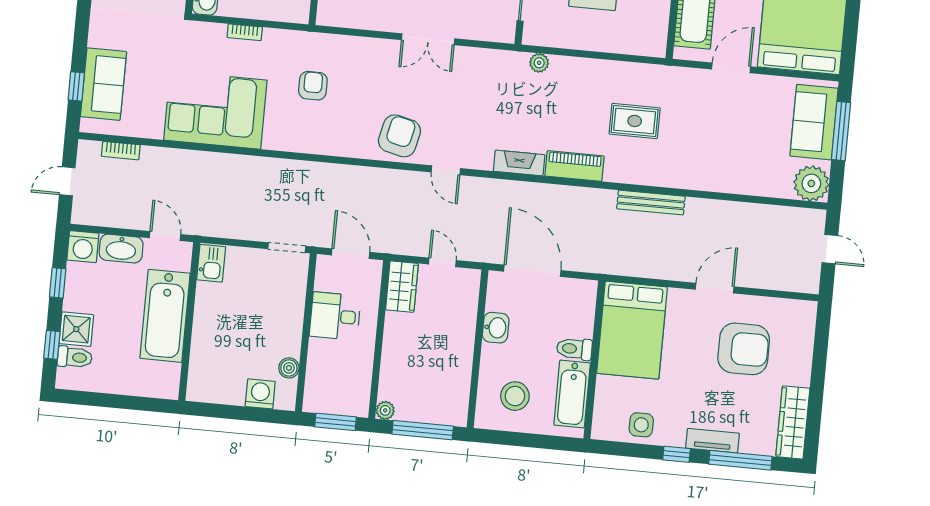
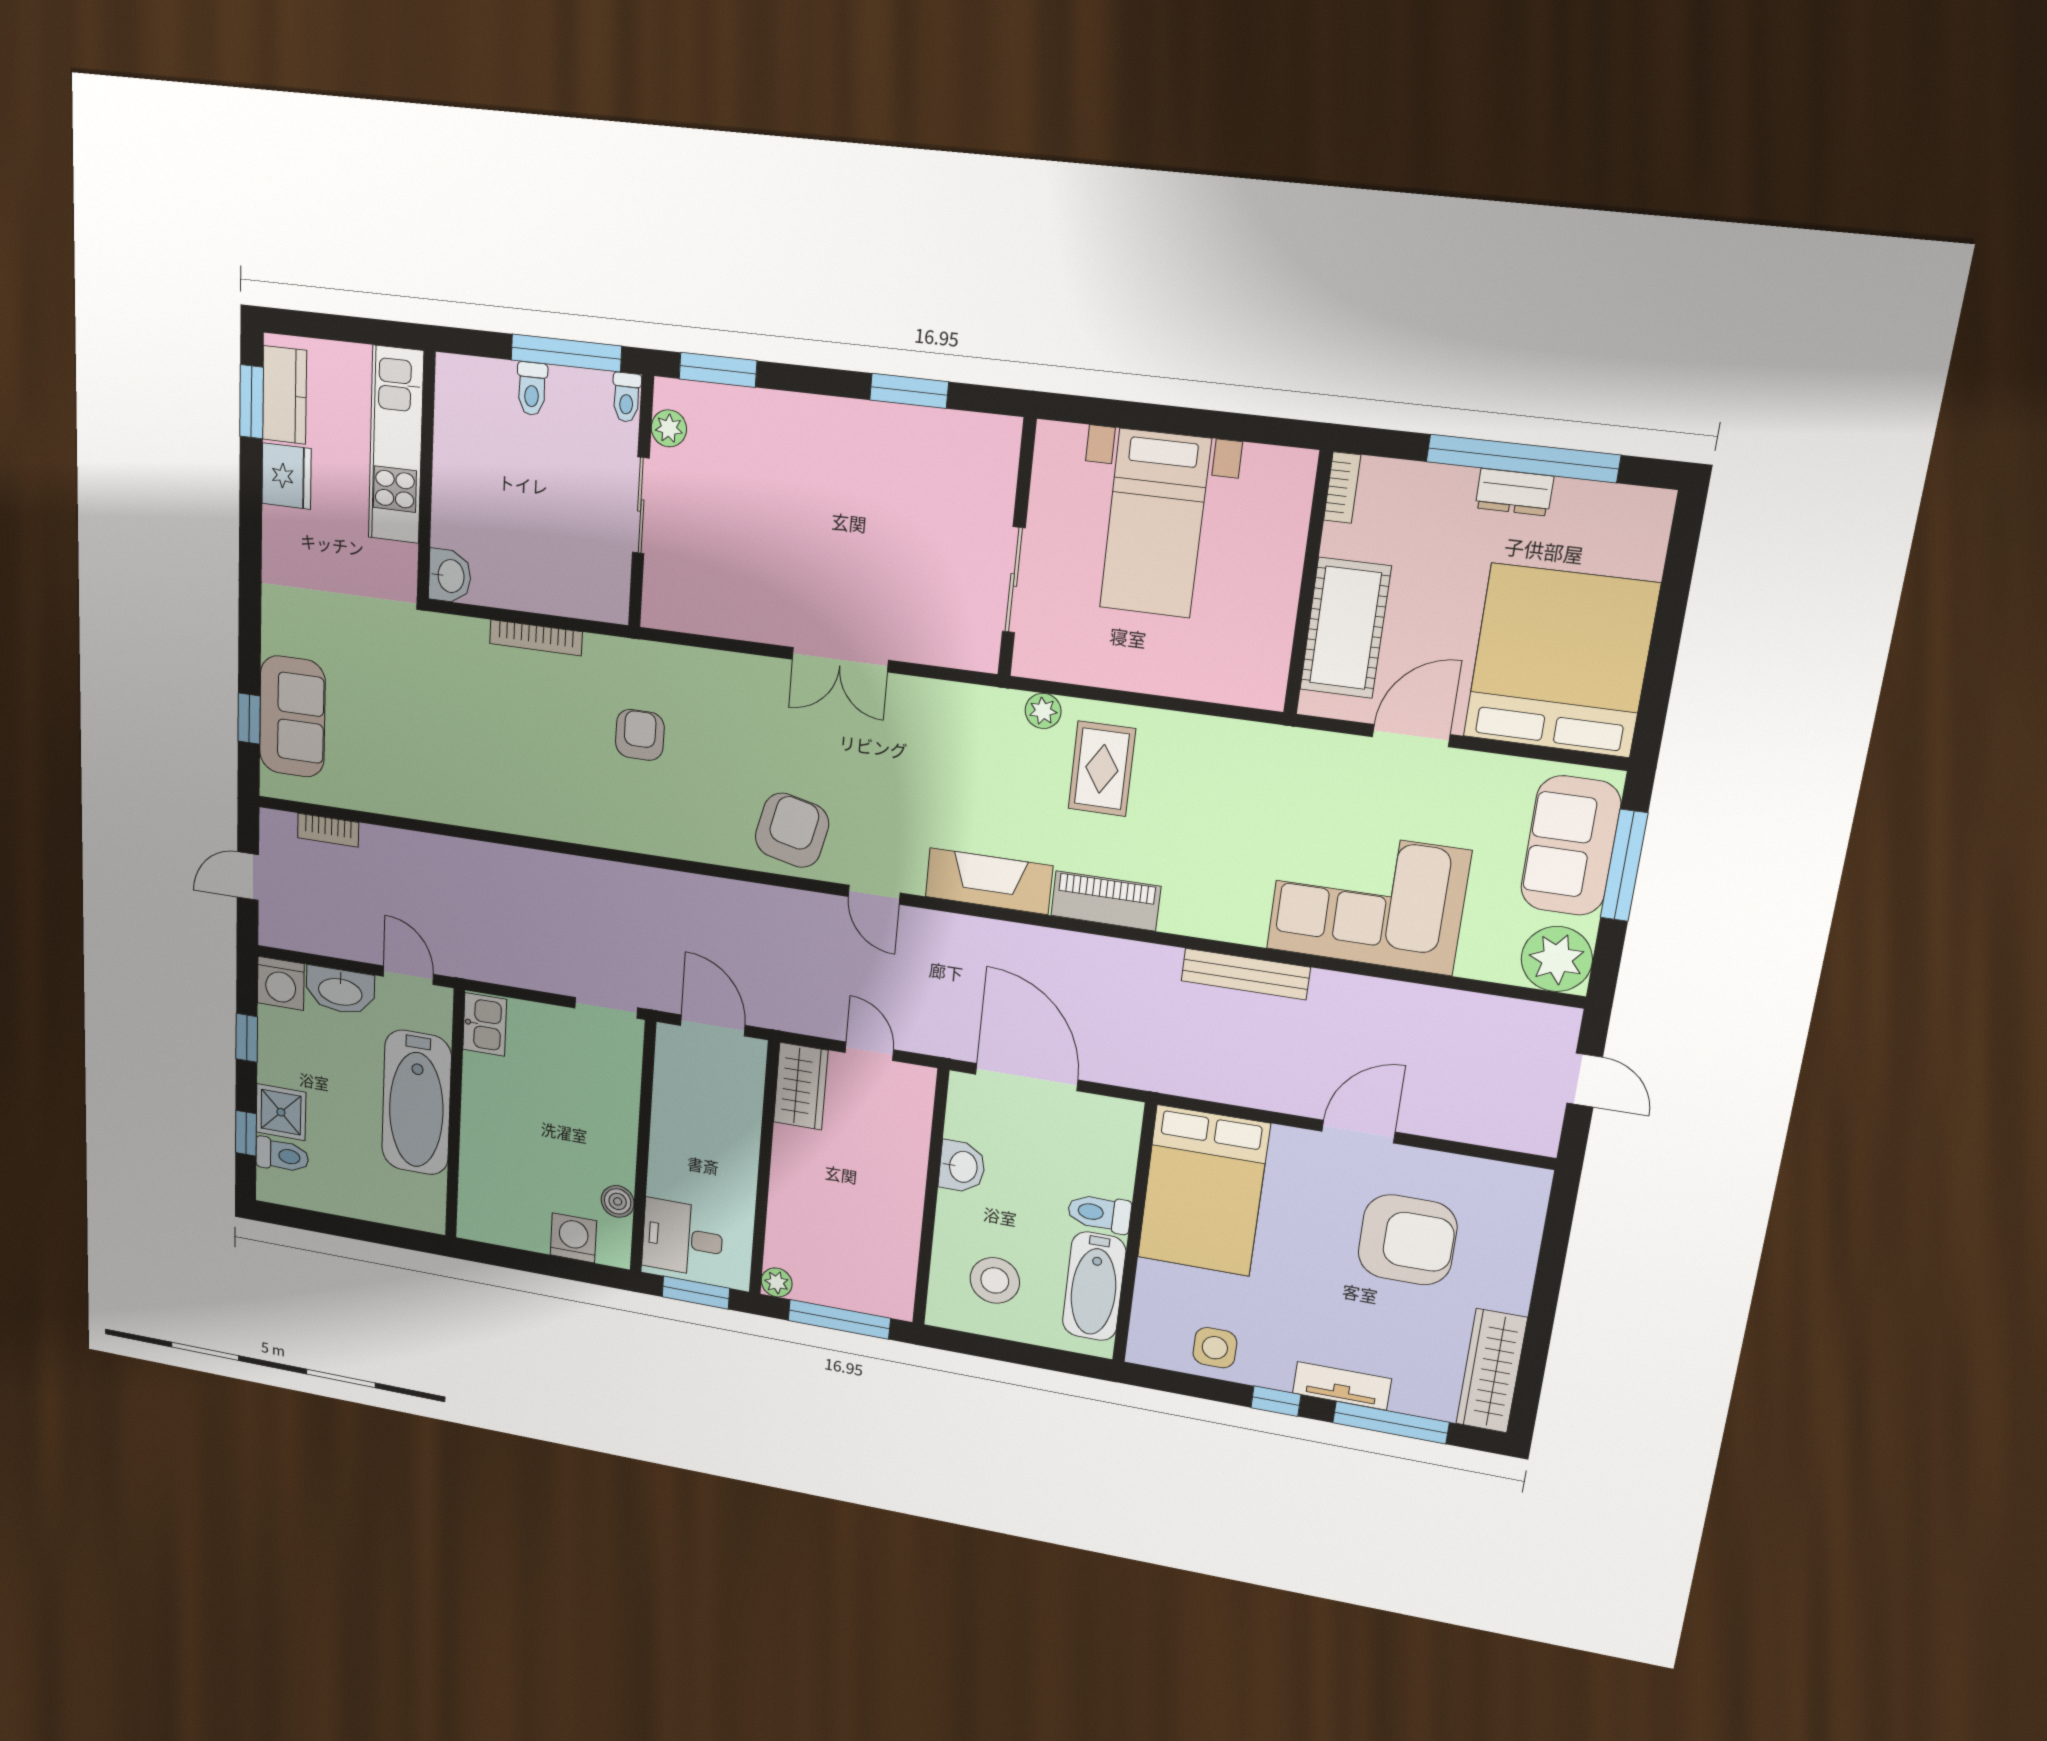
bookcase: (245, 32) -> (536, 638), width x1.56
corner sofa: (215, 110) -> (1368, 900), moved
rug: (635, 121) -> (1102, 769), moved, turned 90
fireplace: (519, 163) -> (989, 881), width x1.37, depth x1.32
desk: (335, 316) -> (683, 1238), moved

